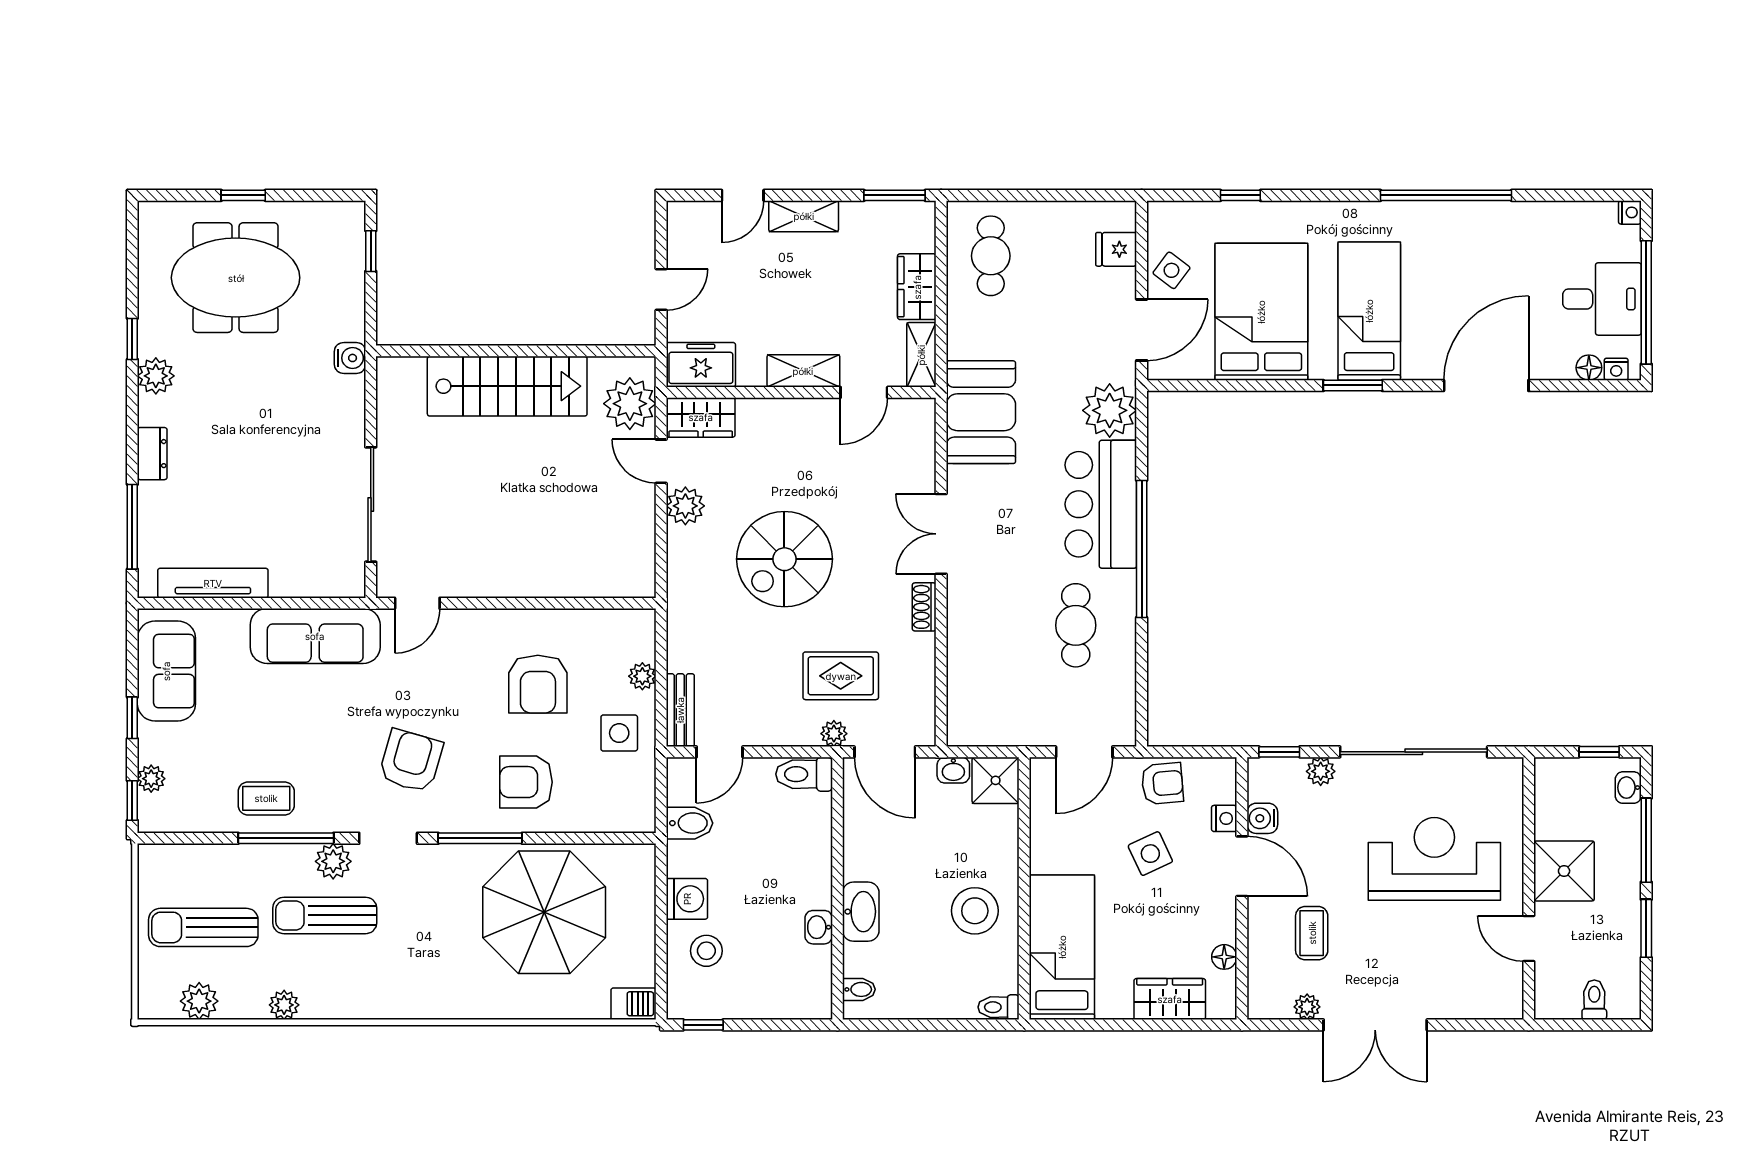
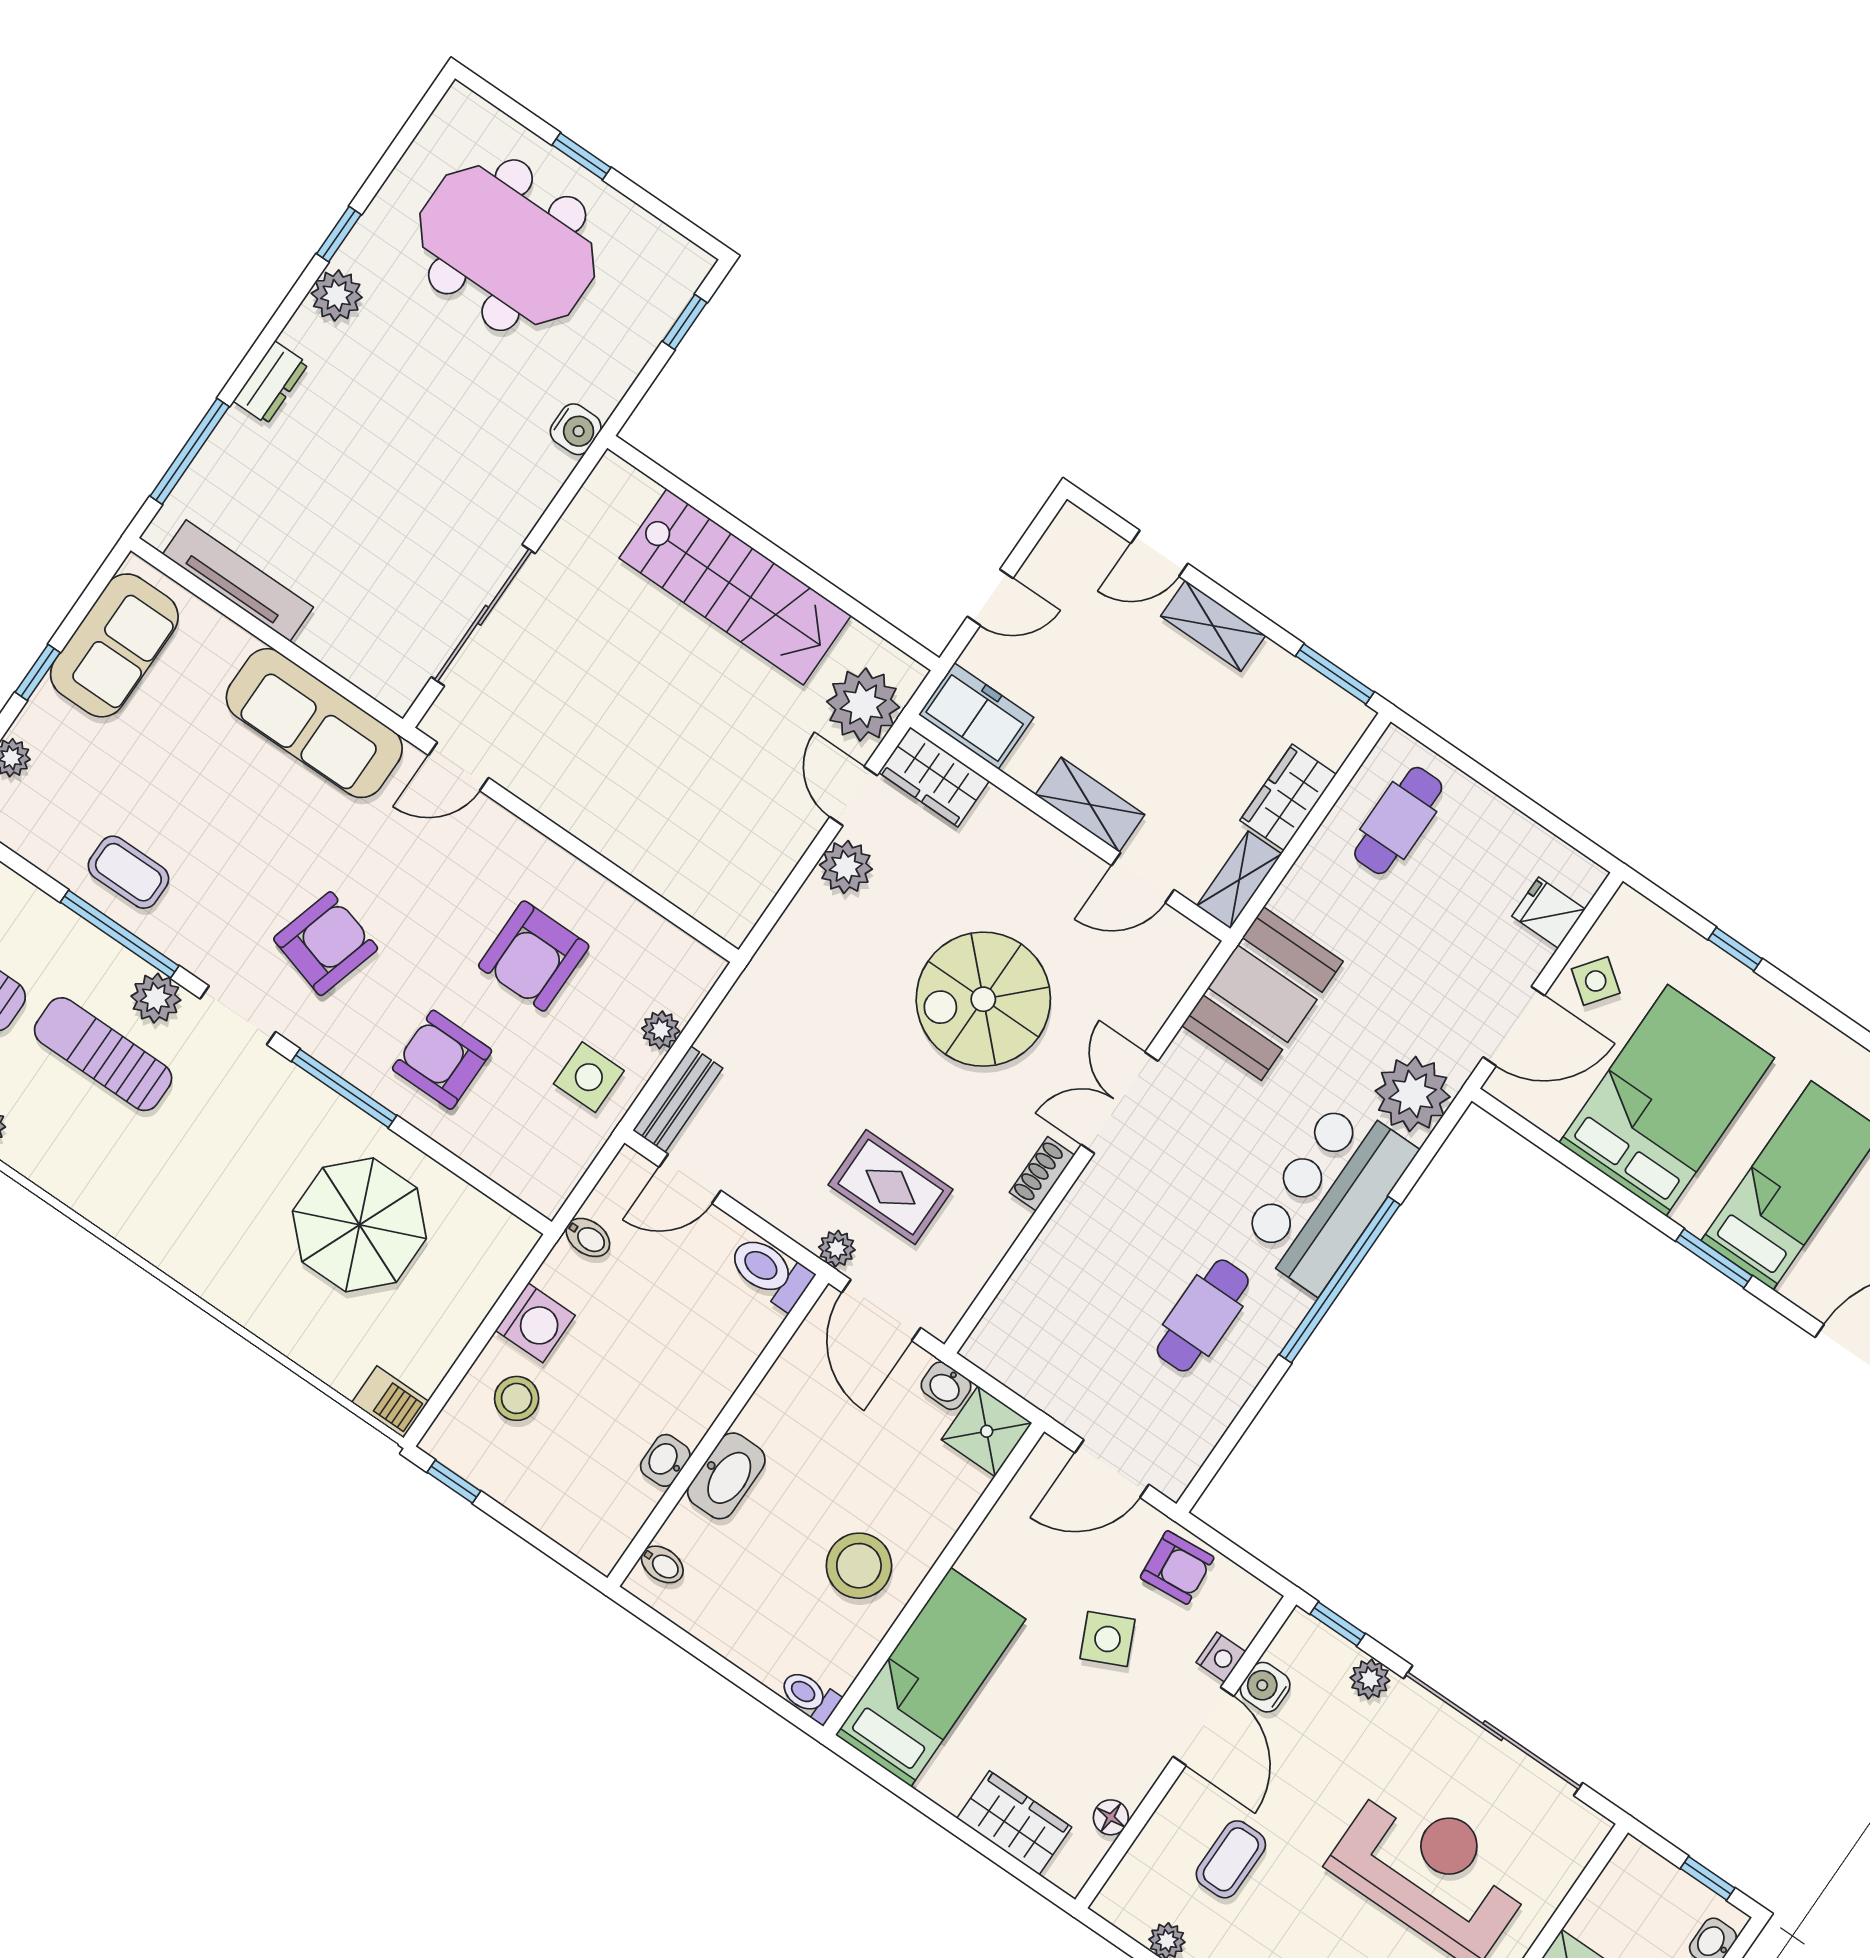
spiral stairs: (784, 559) -> (983, 999), moved
bidet: (689, 823) -> (588, 1237), width x0.72, depth x0.74
parasol: (544, 912) -> (359, 1225), width x0.73, depth x0.73

